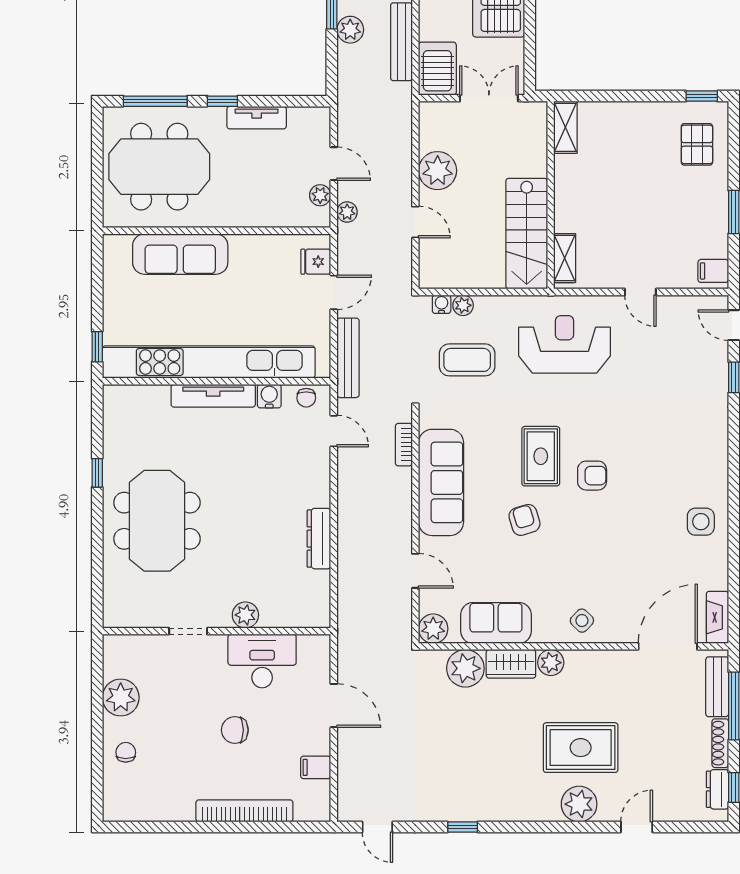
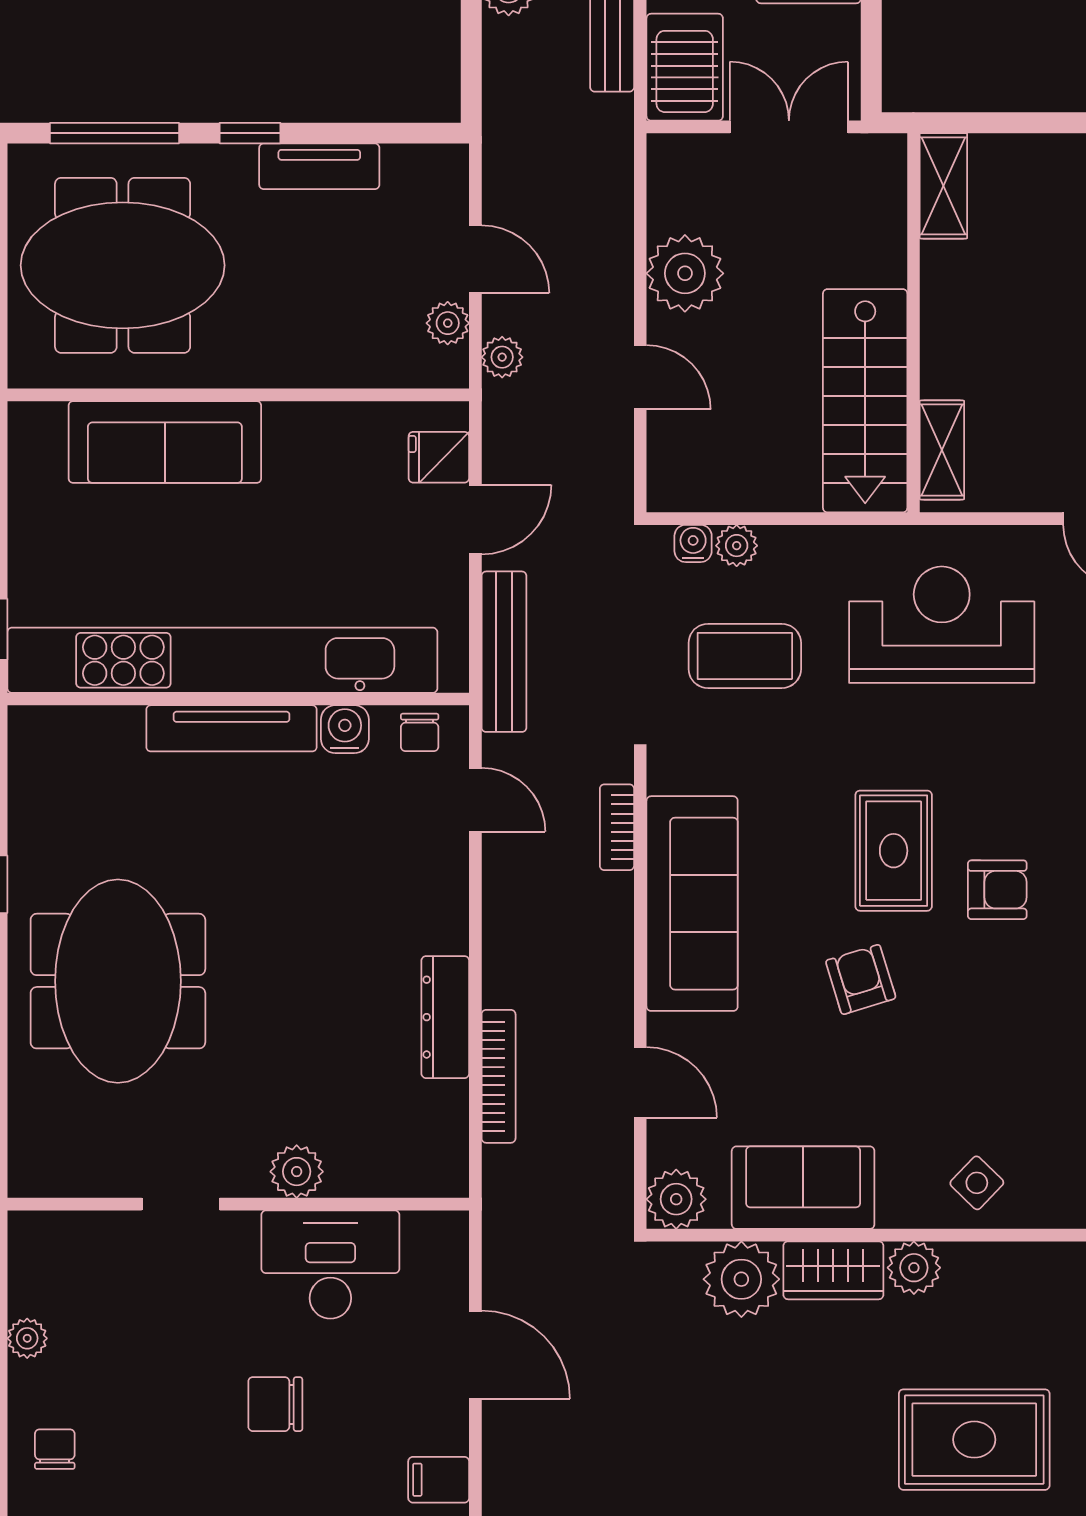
bookcase: (345, 568) -> (499, 1076), added
plant: (121, 697) -> (27, 1338), width x0.53, depth x0.53

